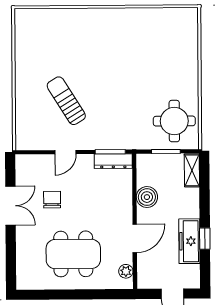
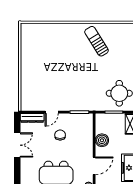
sun lounger: (66, 101) -> (96, 41), moved
dresser: (113, 161) -> (32, 118), moved
chair: (52, 200) -> (60, 135), moved

